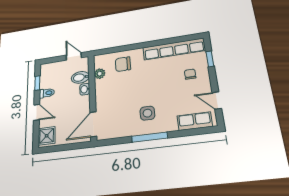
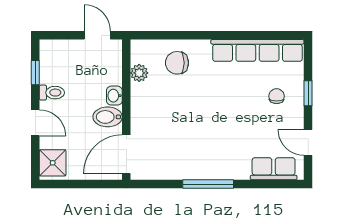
window: (210, 59) -> (308, 93), moved
bidet: (80, 77) -> (108, 117), moved
side table: (147, 113) -> (208, 148), removed

